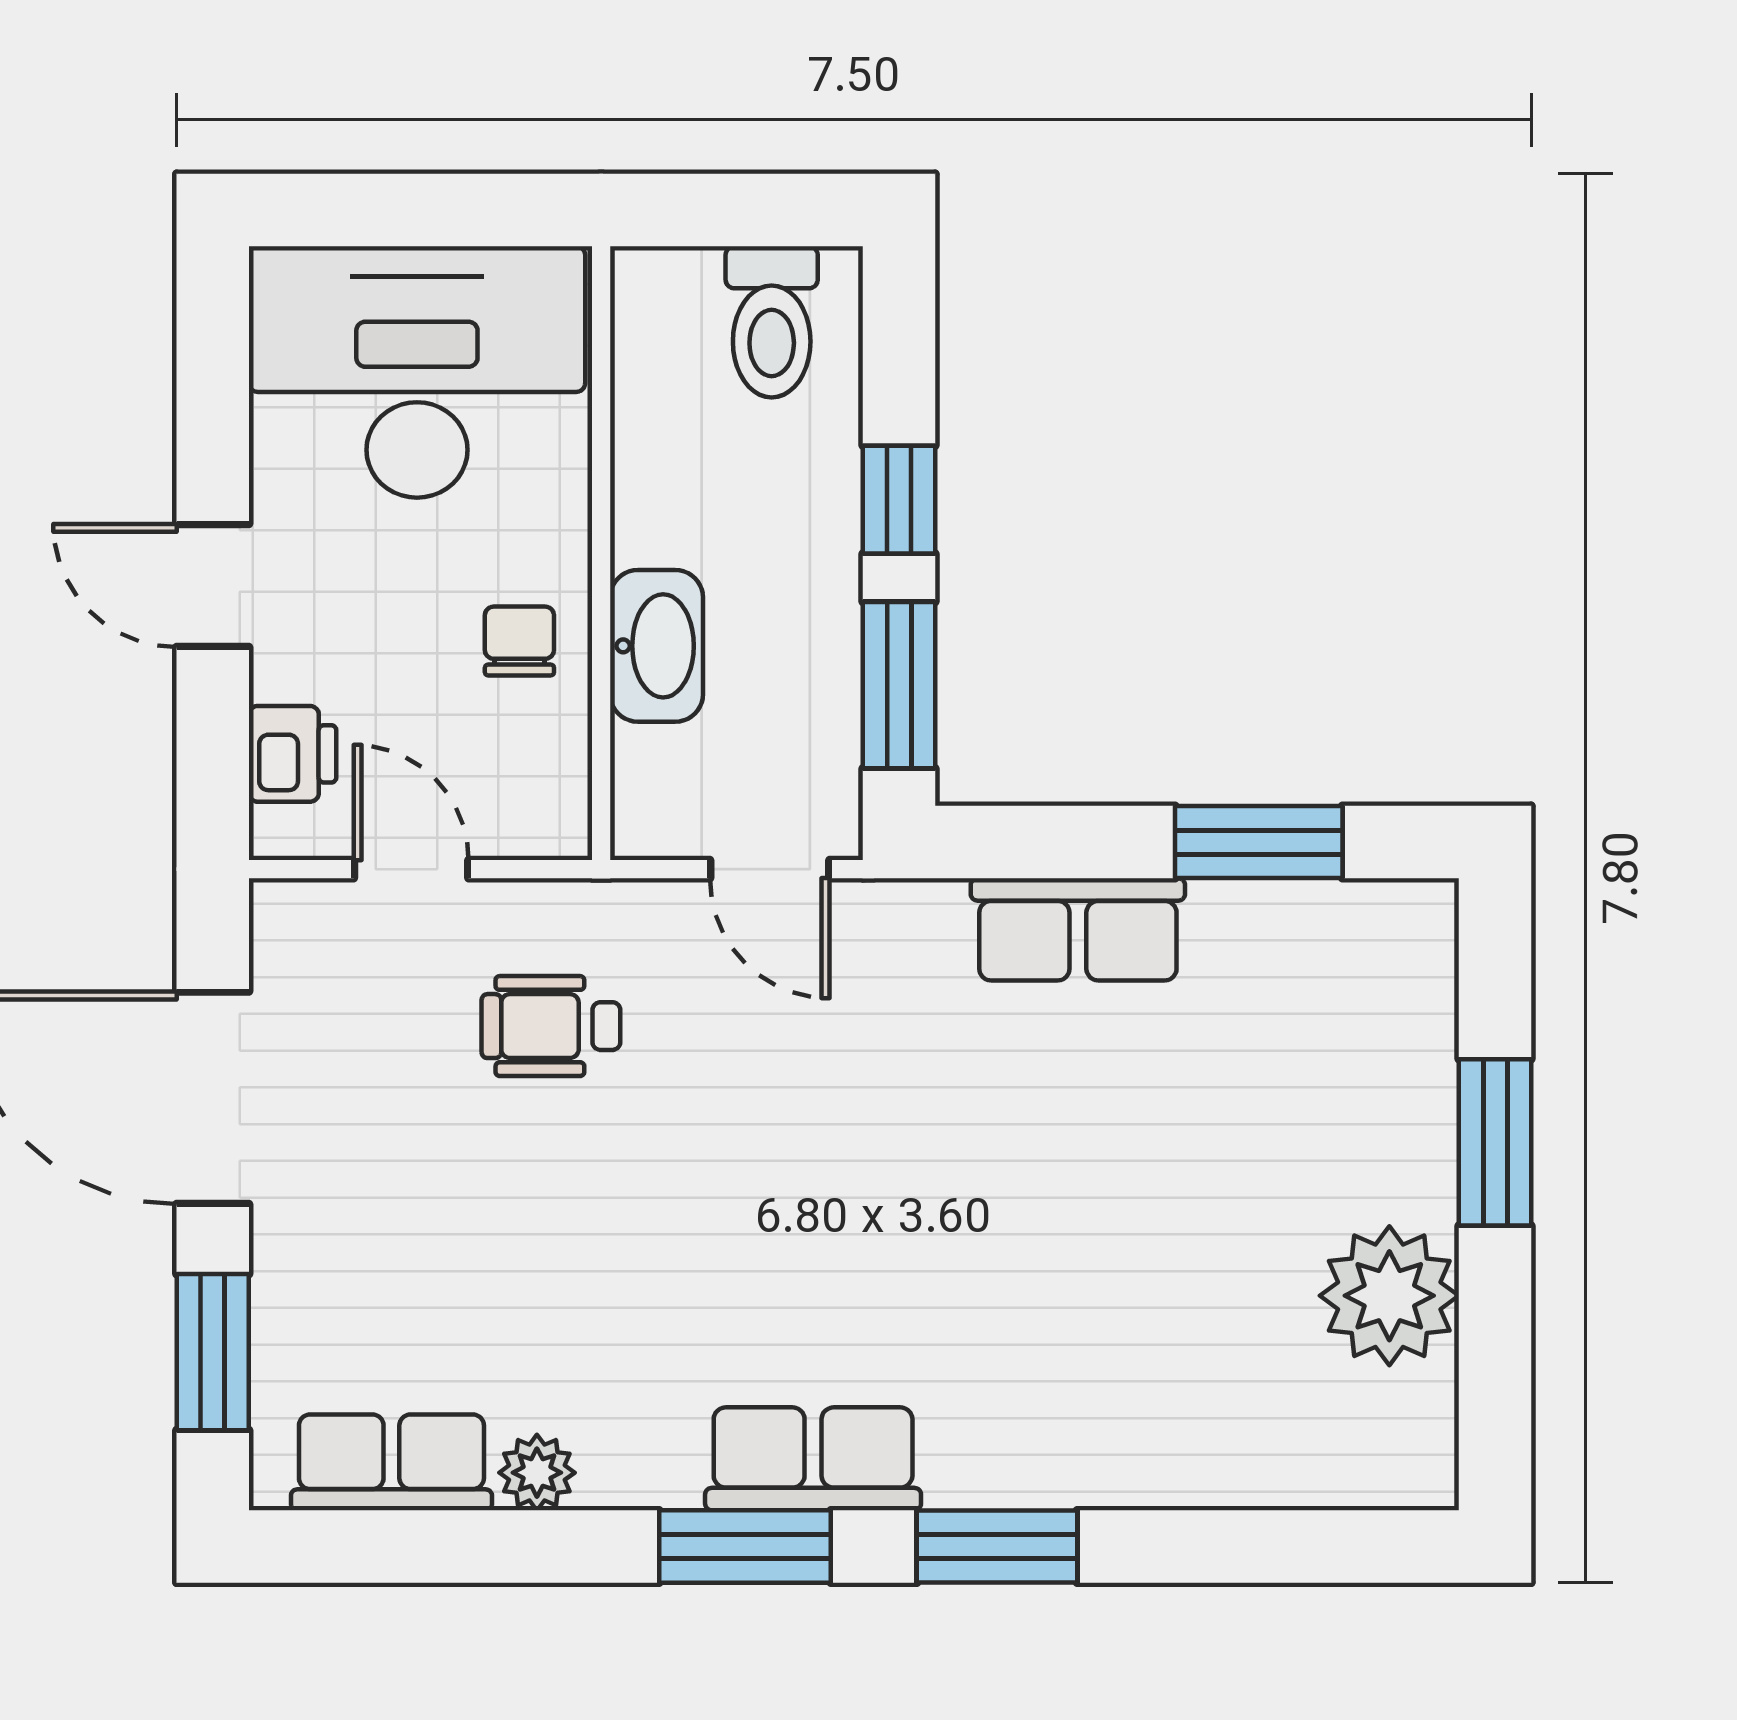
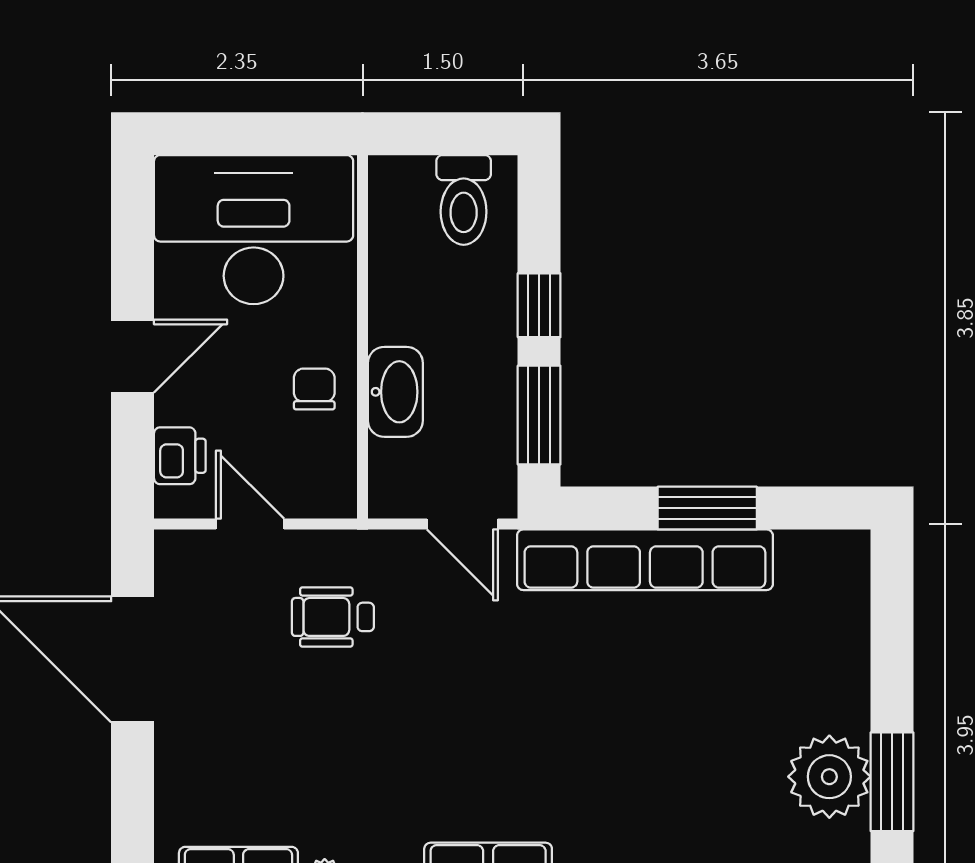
door: (213, 585) -> (133, 356), swing flipped
window: (1259, 842) -> (707, 508), moved
row of seats: (1078, 929) -> (645, 560), width x2.02
window: (1495, 1142) -> (892, 782), moved
window: (213, 1352) -> (133, 810), removed

